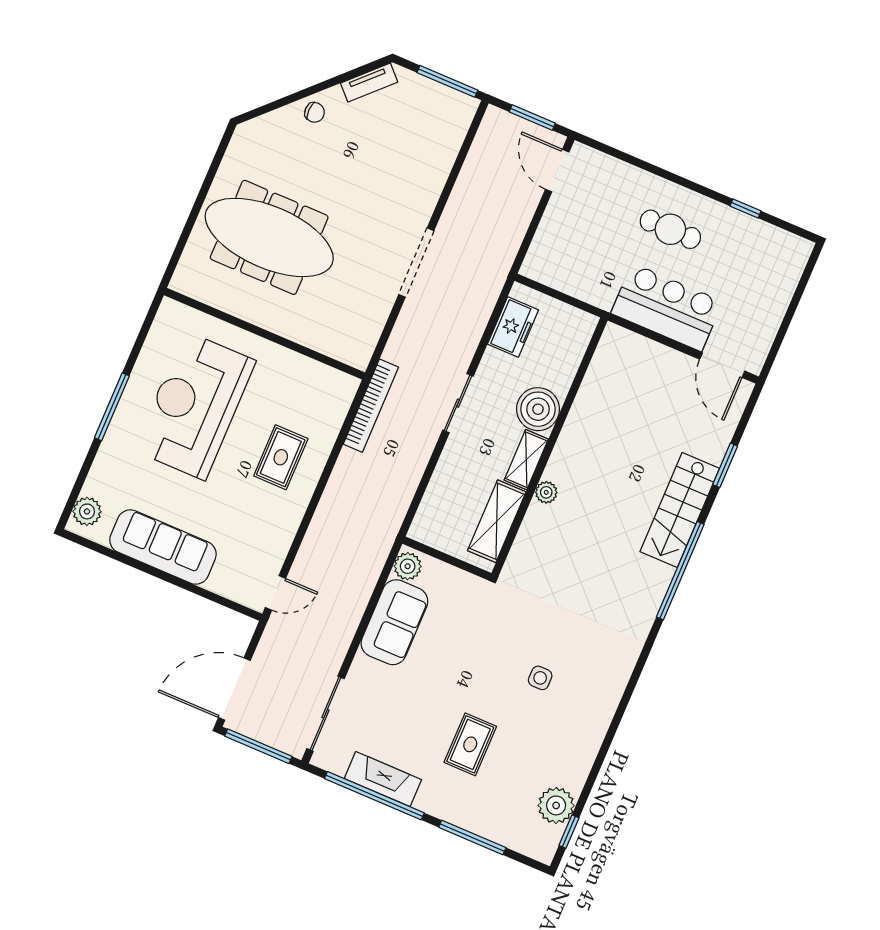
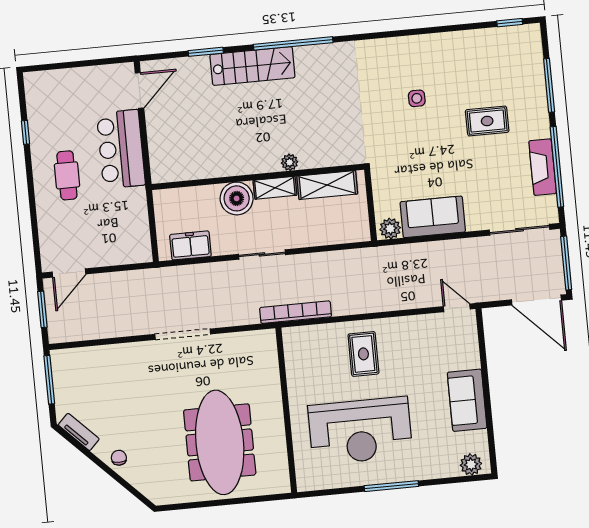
rug: (281, 457) -> (363, 354), turned 90
sofa: (163, 547) -> (467, 400), width x0.73
plant: (556, 805) -> (497, 41), removed

